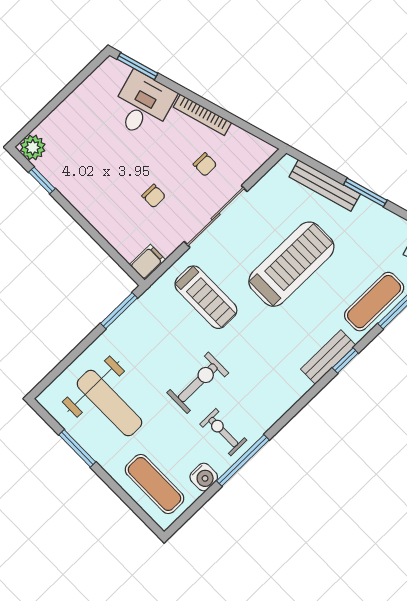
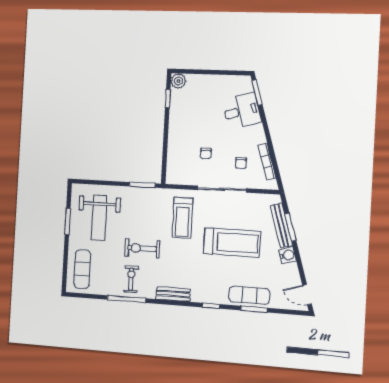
bookcase: (202, 115) -> (267, 161), moved
window: (365, 192) -> (290, 227), moved
filing cabinet: (148, 262) -> (174, 178), removed
bench: (328, 357) -> (173, 294), moved
exercise bike: (198, 383) -> (142, 248), turned 180
water cooler: (204, 477) -> (287, 255), moved, turned -107

